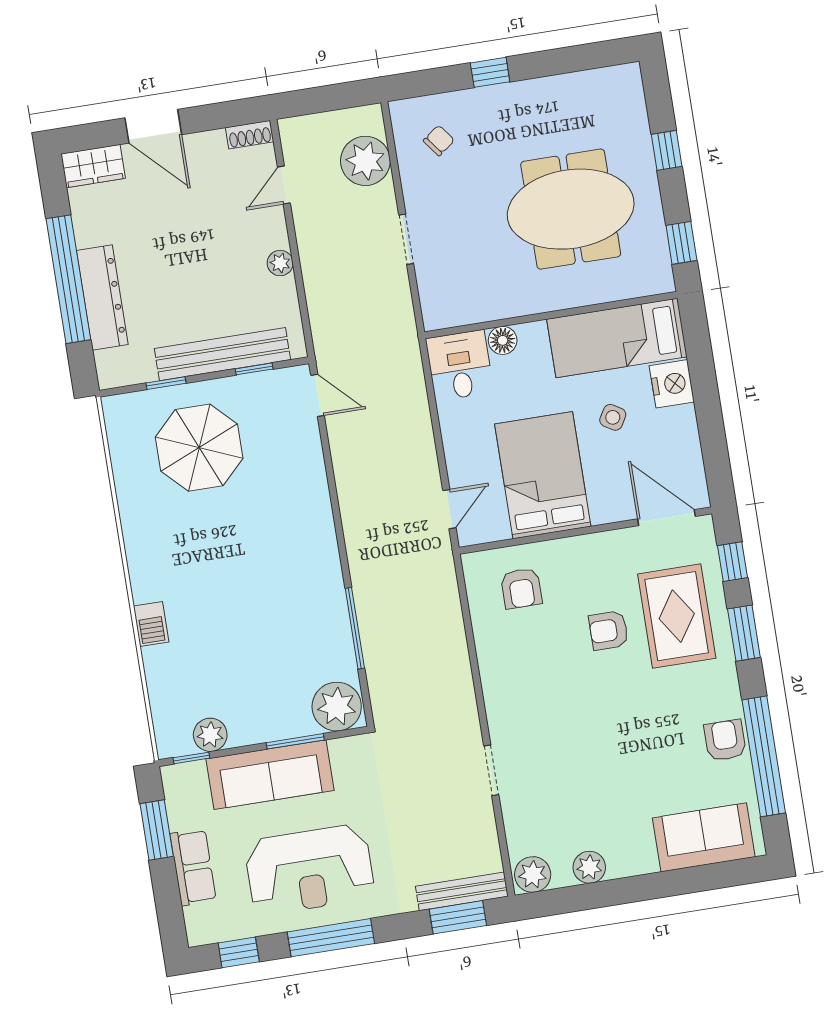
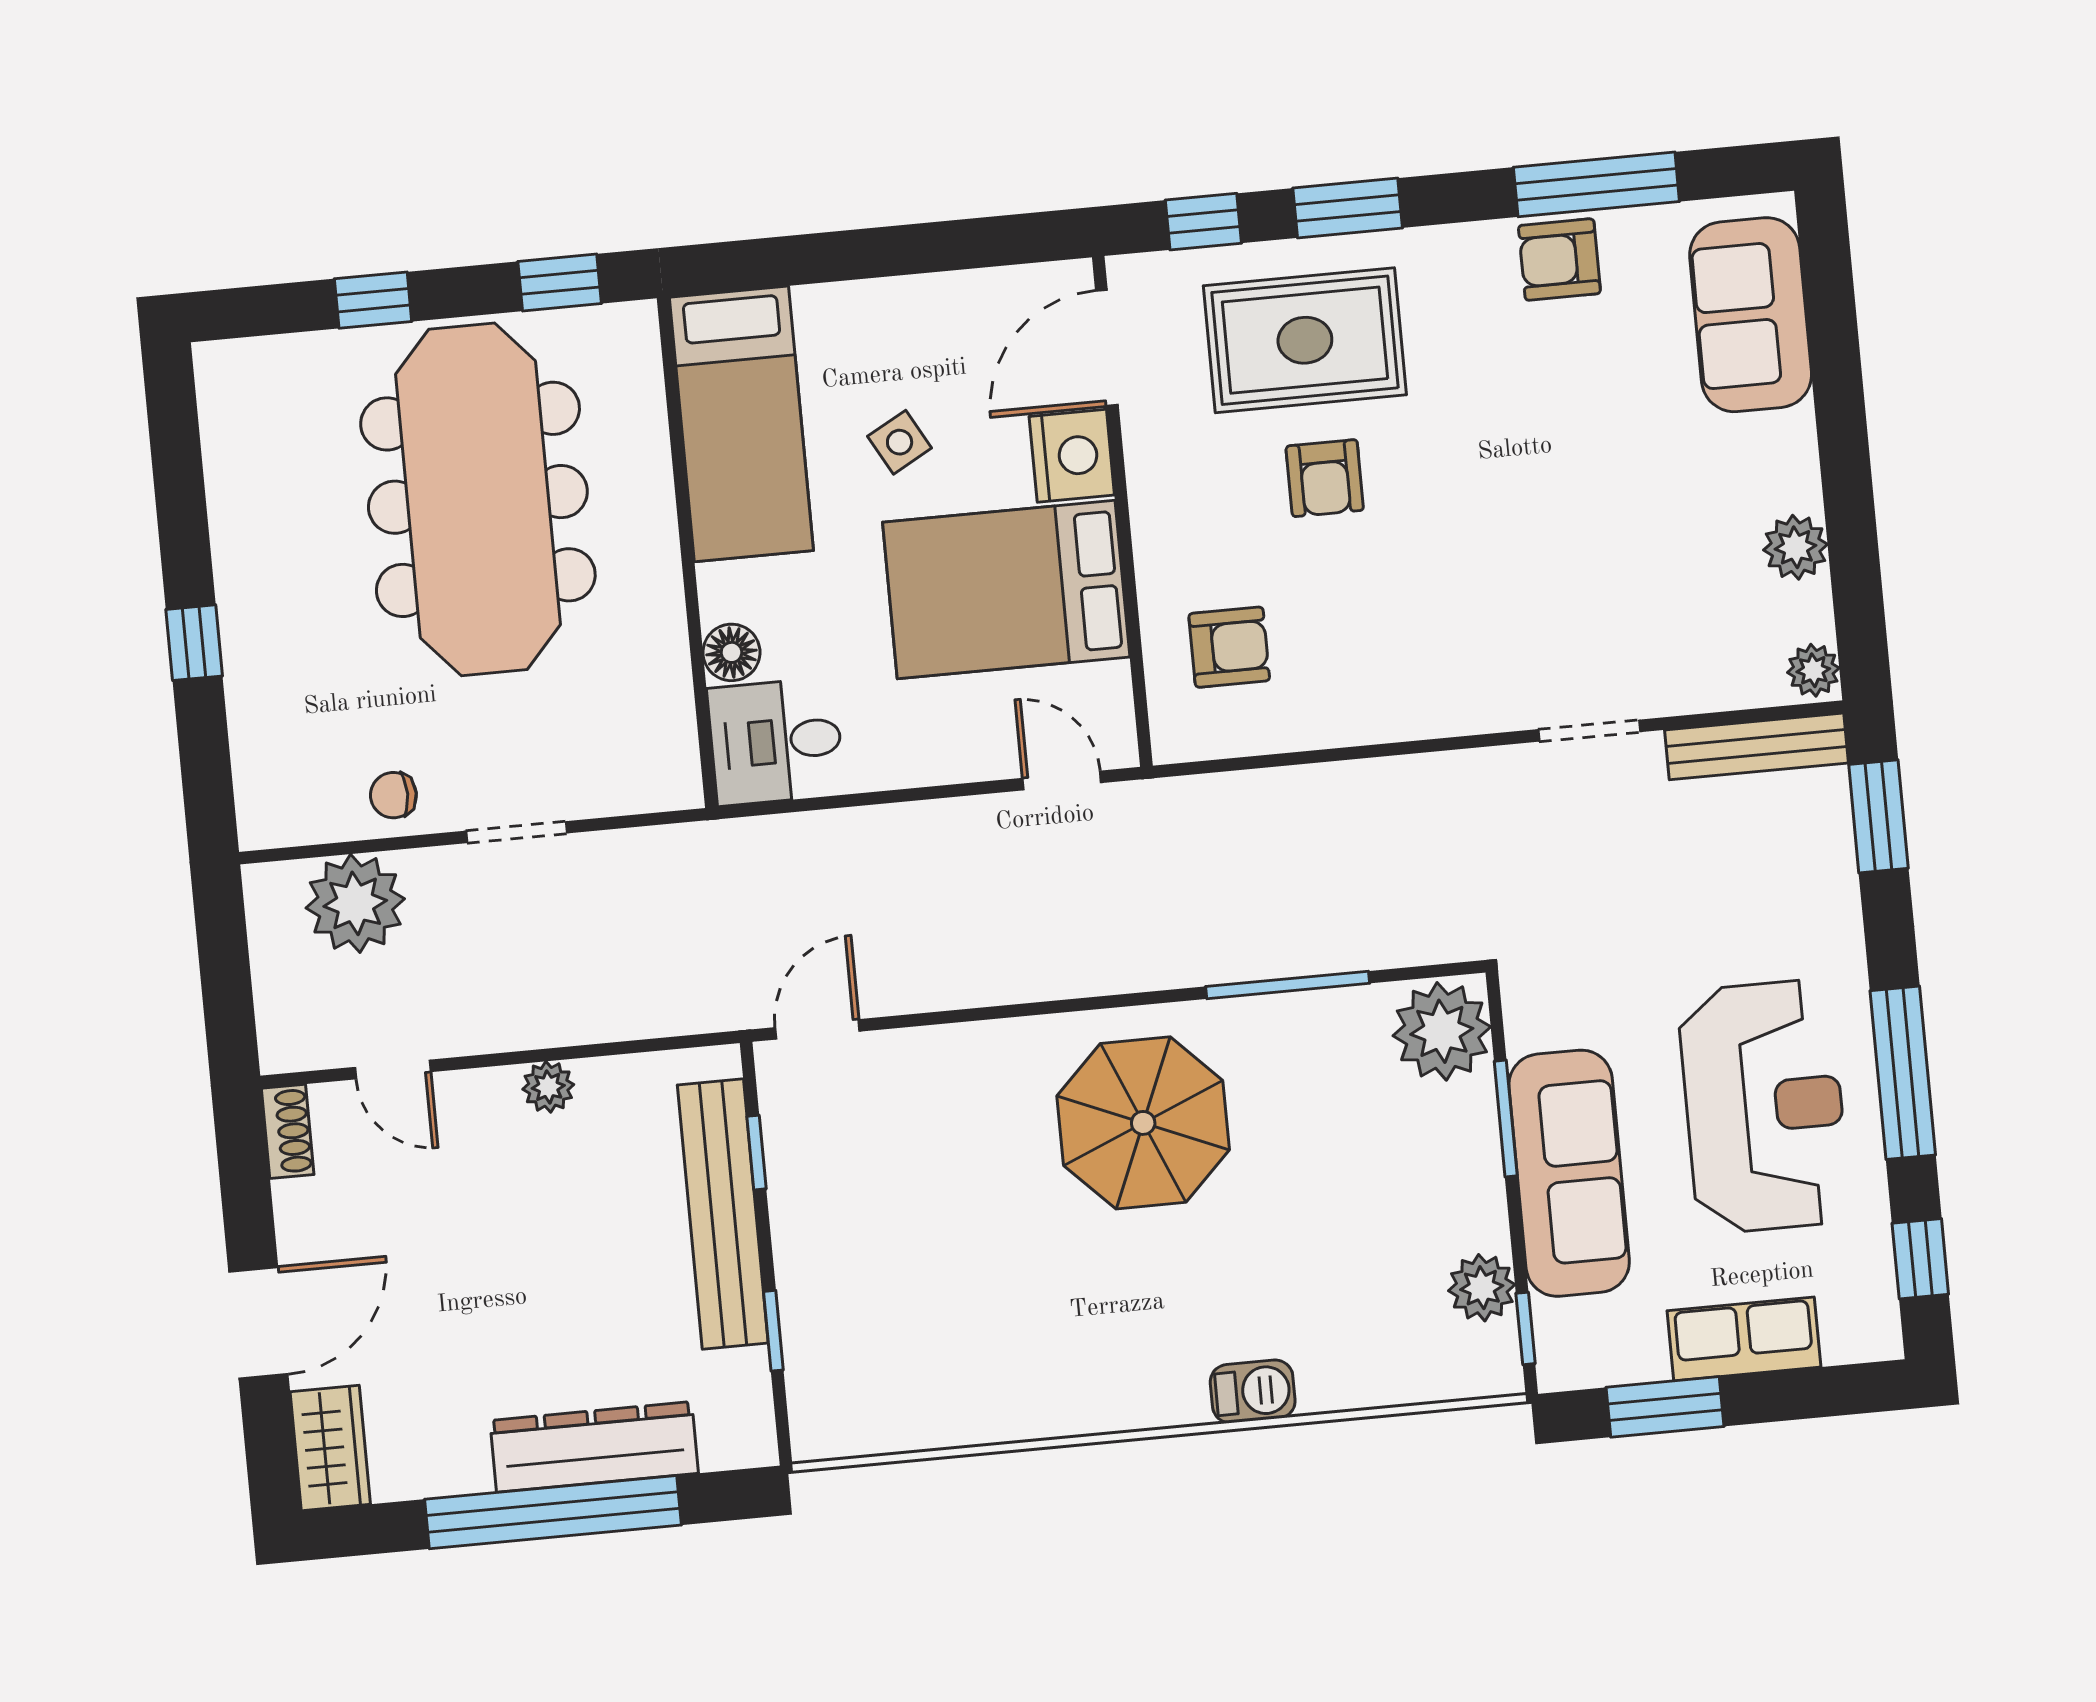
chair: (439, 140) -> (393, 795), moved, turned -53
meeting table: (571, 209) -> (478, 499), width x1.36
nightstand: (672, 384) -> (1072, 456), moved, turned 90
side table: (613, 417) -> (900, 442), turned 30
parasol: (199, 448) -> (1143, 1123), moved
window: (764, 756) -> (1596, 184), width x0.68
plant: (533, 874) -> (1813, 670), width x0.73, depth x0.73
bench: (462, 891) -> (1756, 746), moved, turned 90

